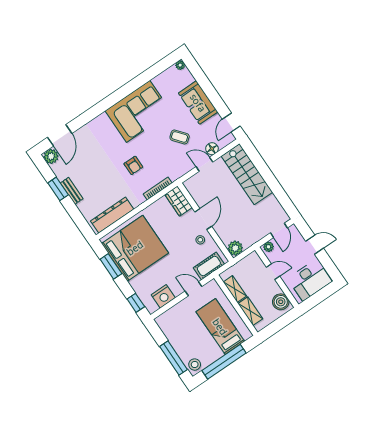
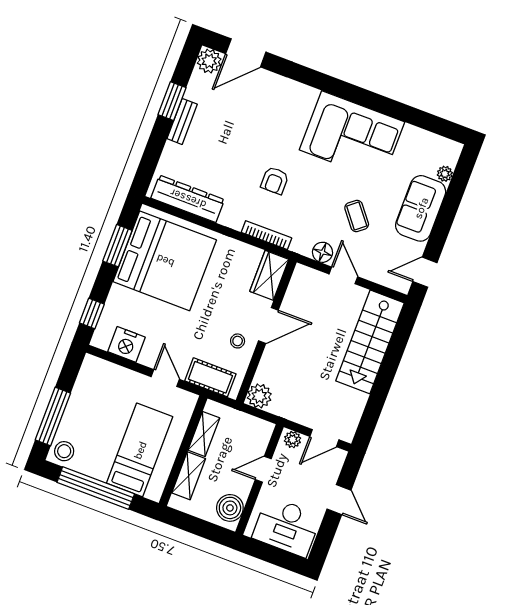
plant: (180, 65) -> (445, 174), moved
floor lamp: (212, 149) -> (322, 252), moved
door: (273, 272) -> (263, 469), swing flipped

